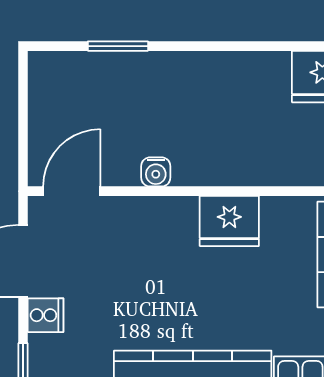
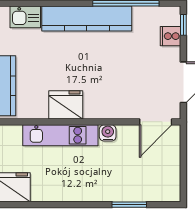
kitchen unit: (239, 168) -> (60, 135), added
cooker: (46, 315) -> (170, 36), moved

